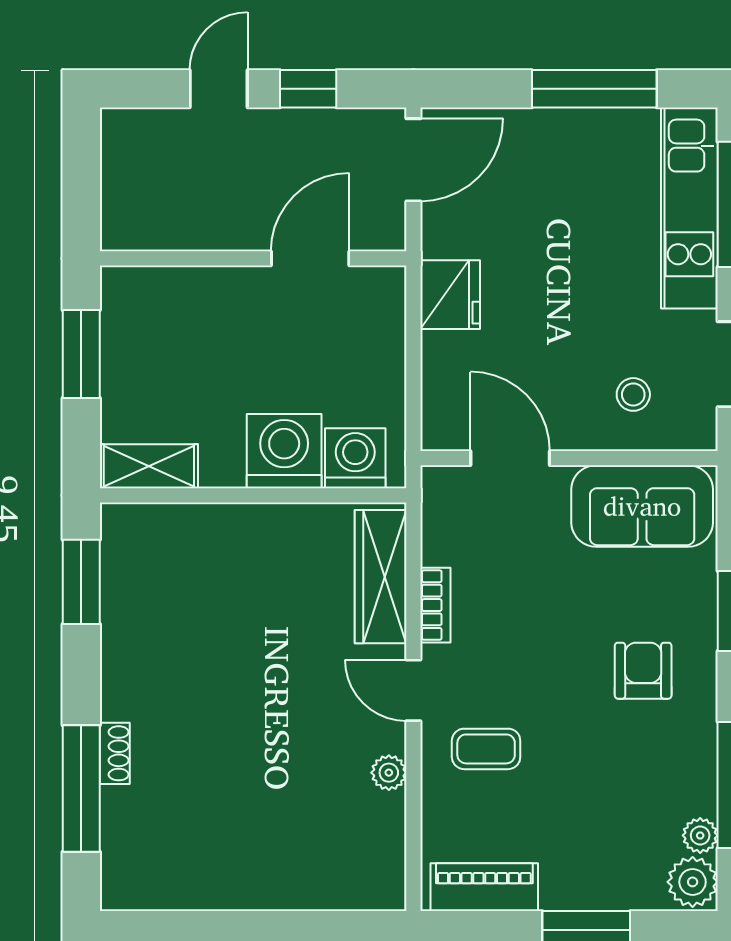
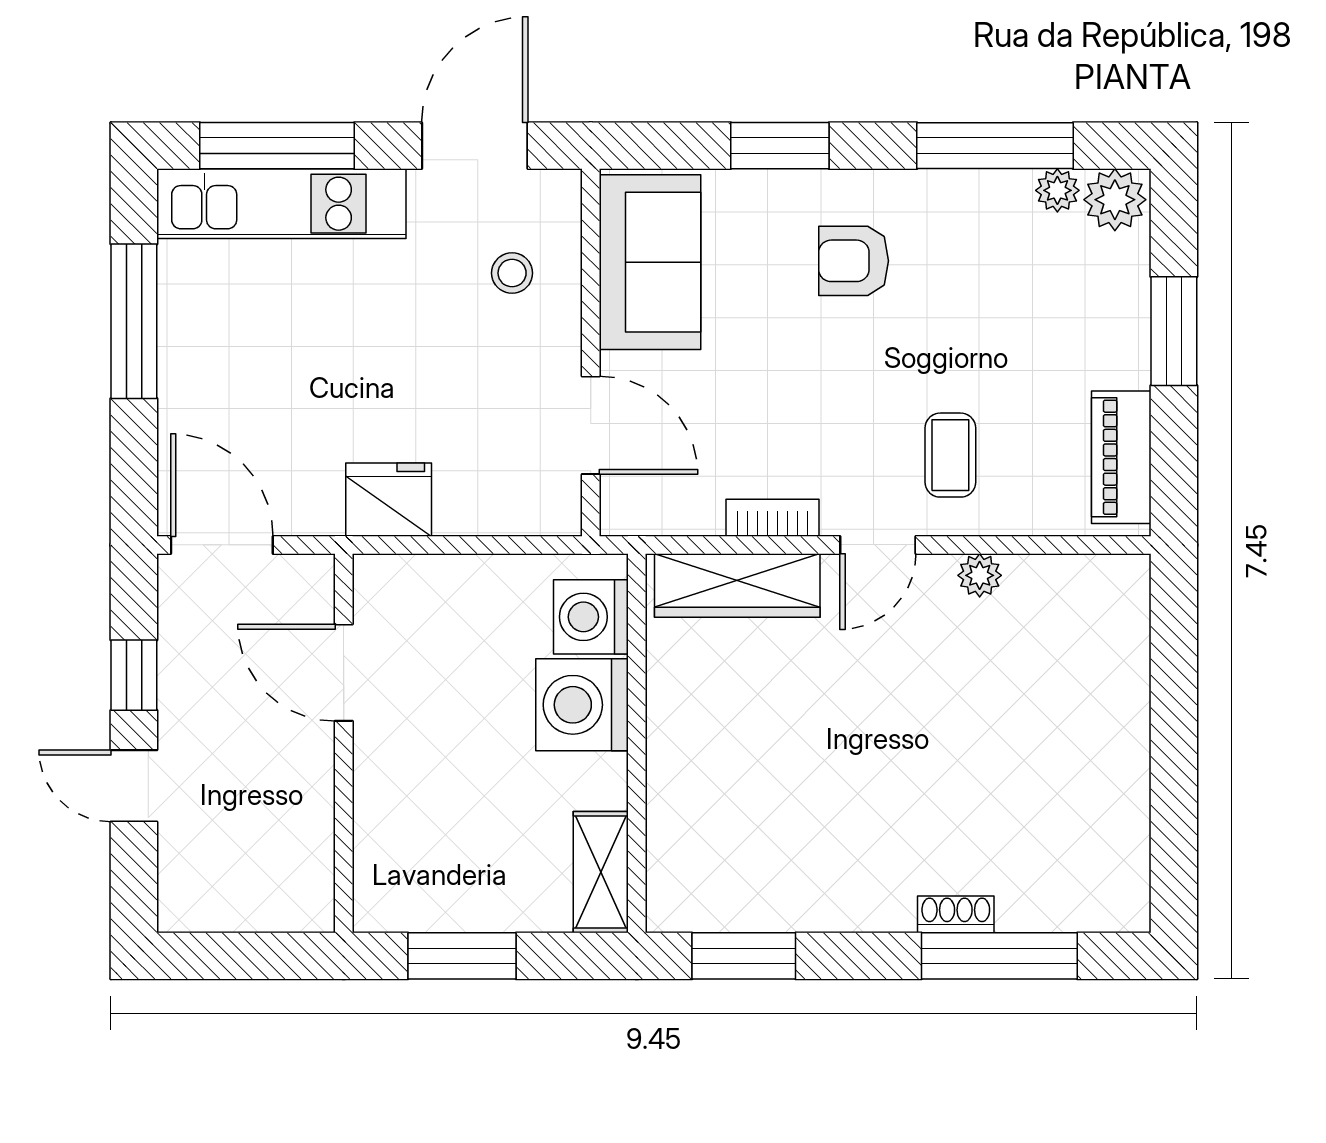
door: (510, 458) -> (591, 425), swing flipped

